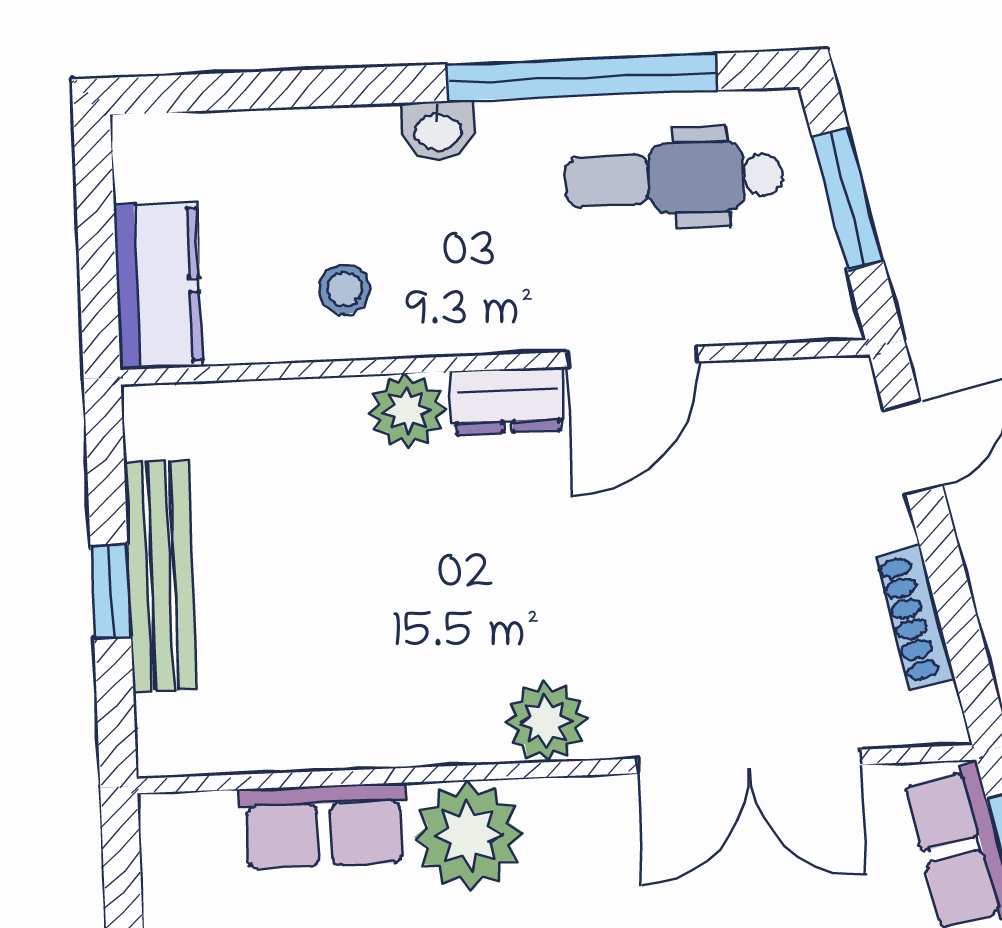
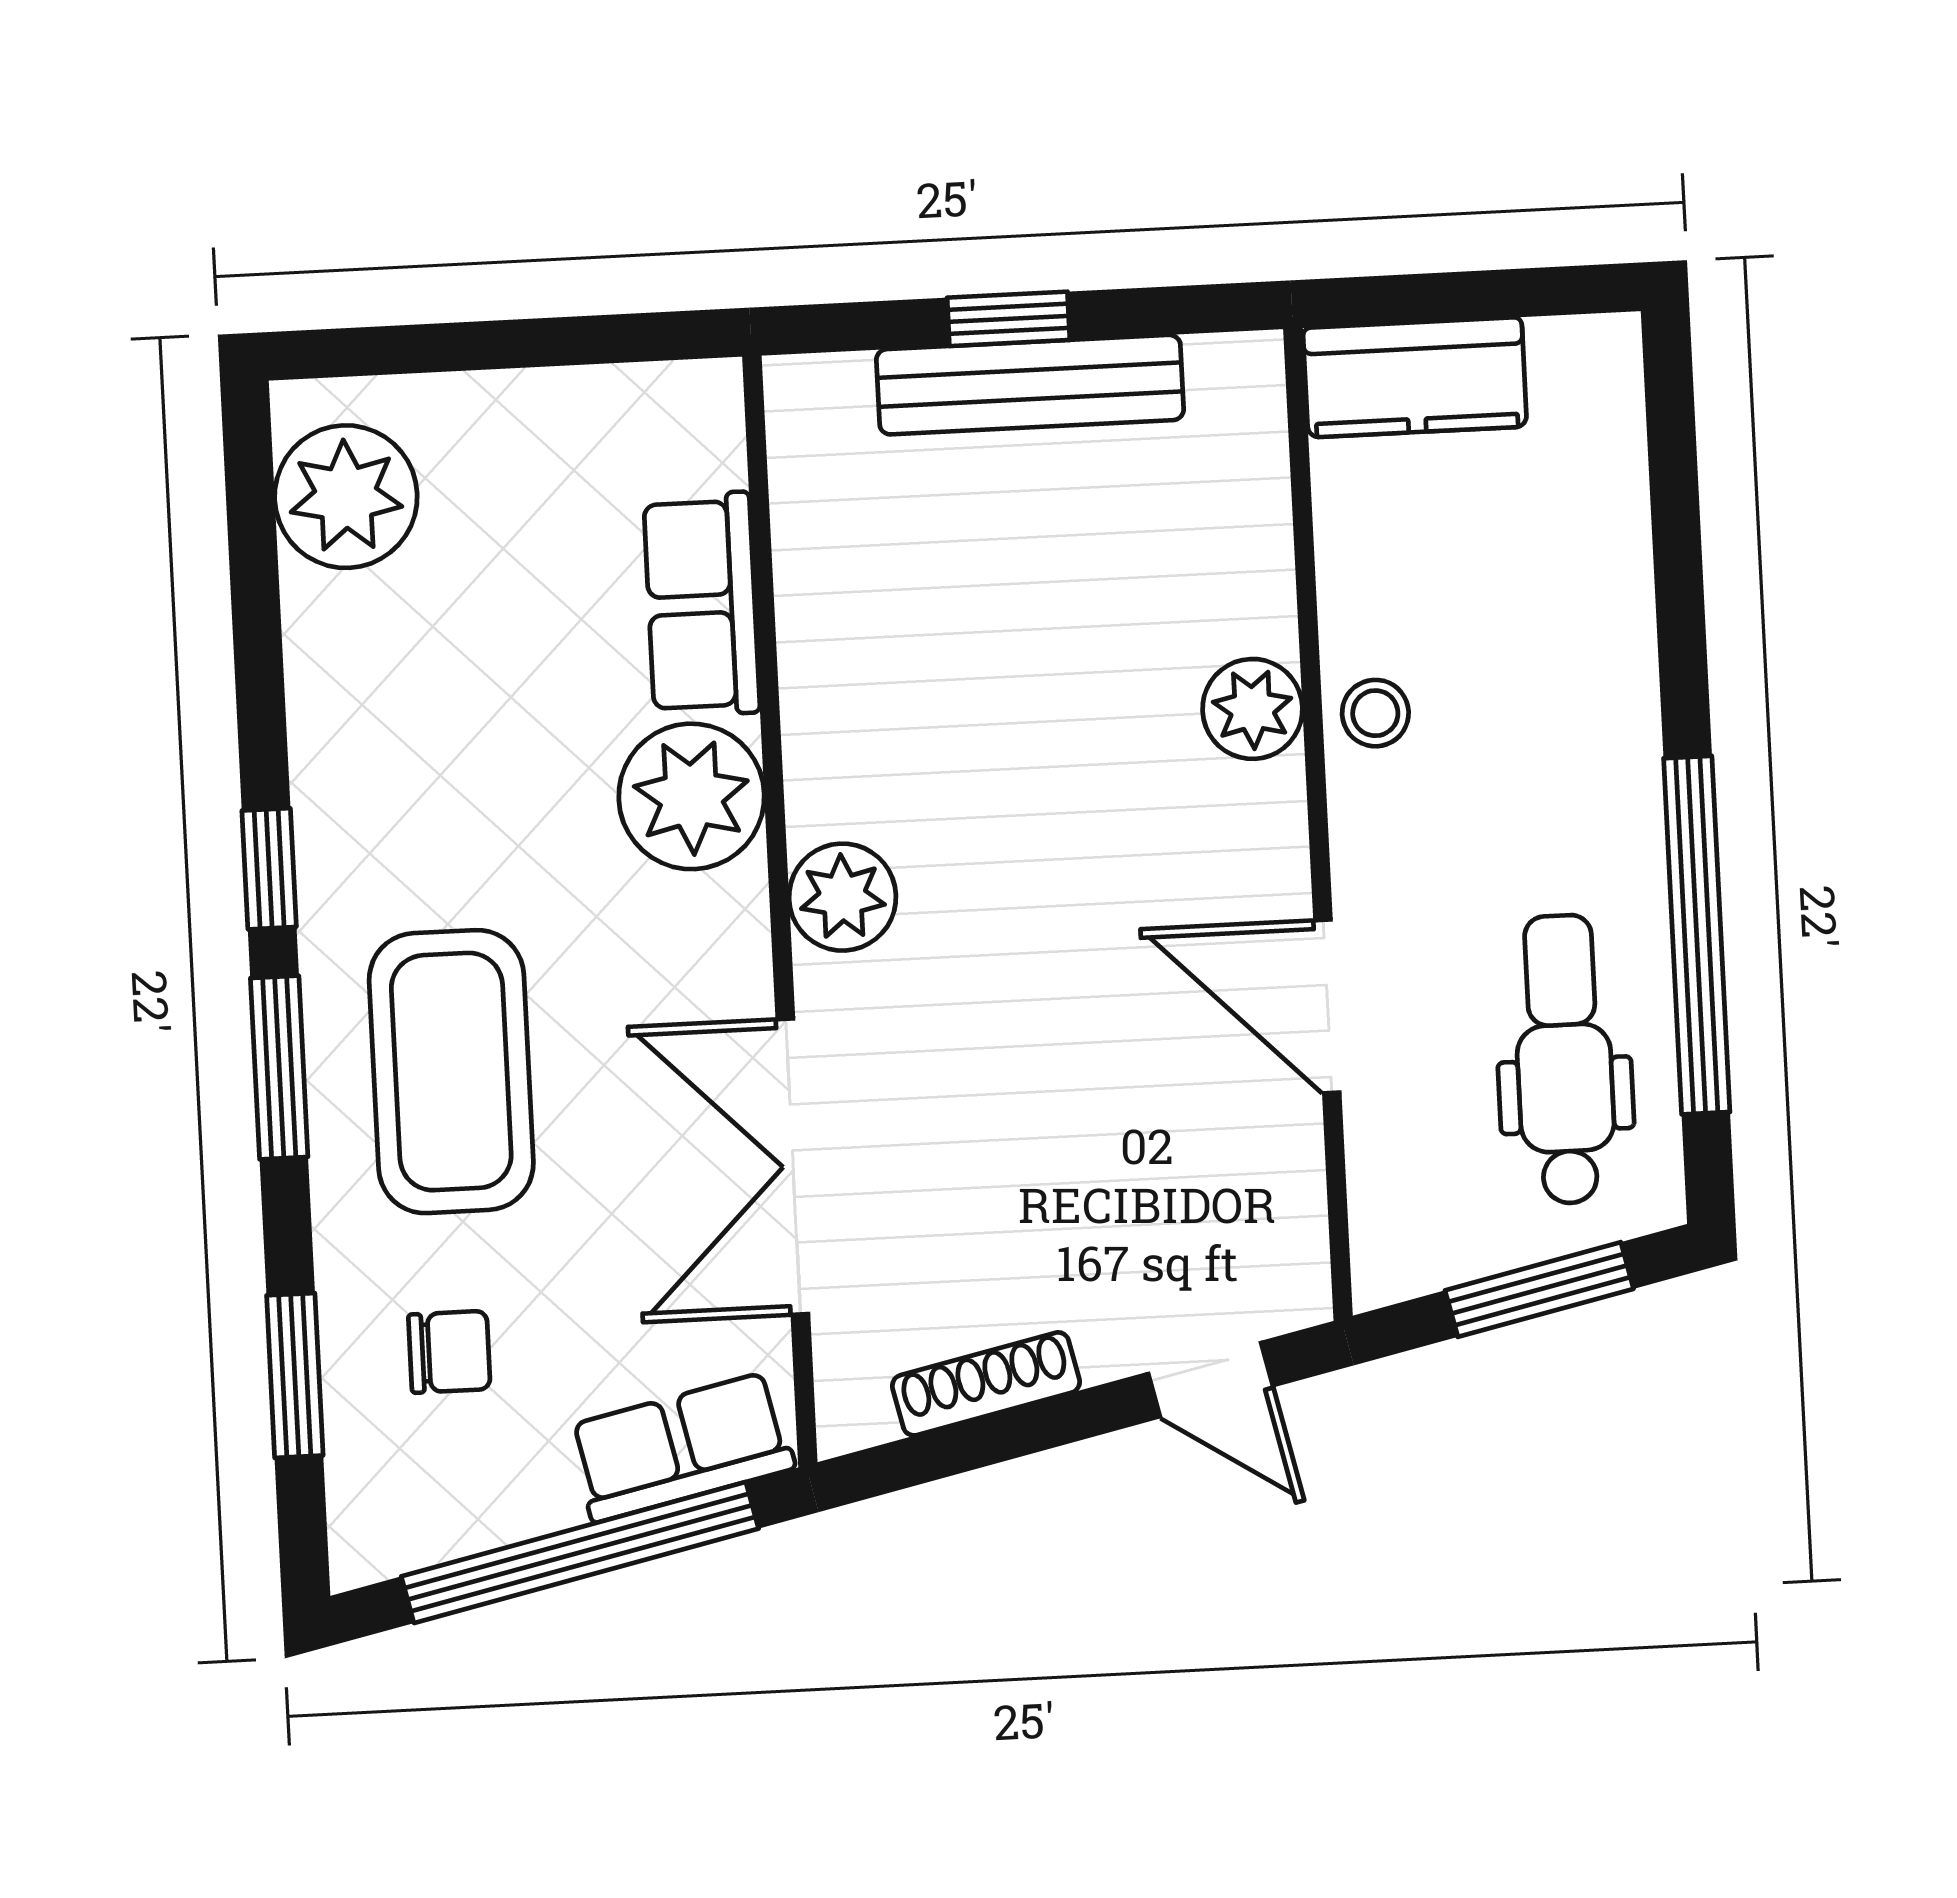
washbasin: (438, 130) -> (1624, 746), removed
stool: (344, 289) -> (1375, 713), moved
dresser: (507, 401) -> (1267, 841), removed

